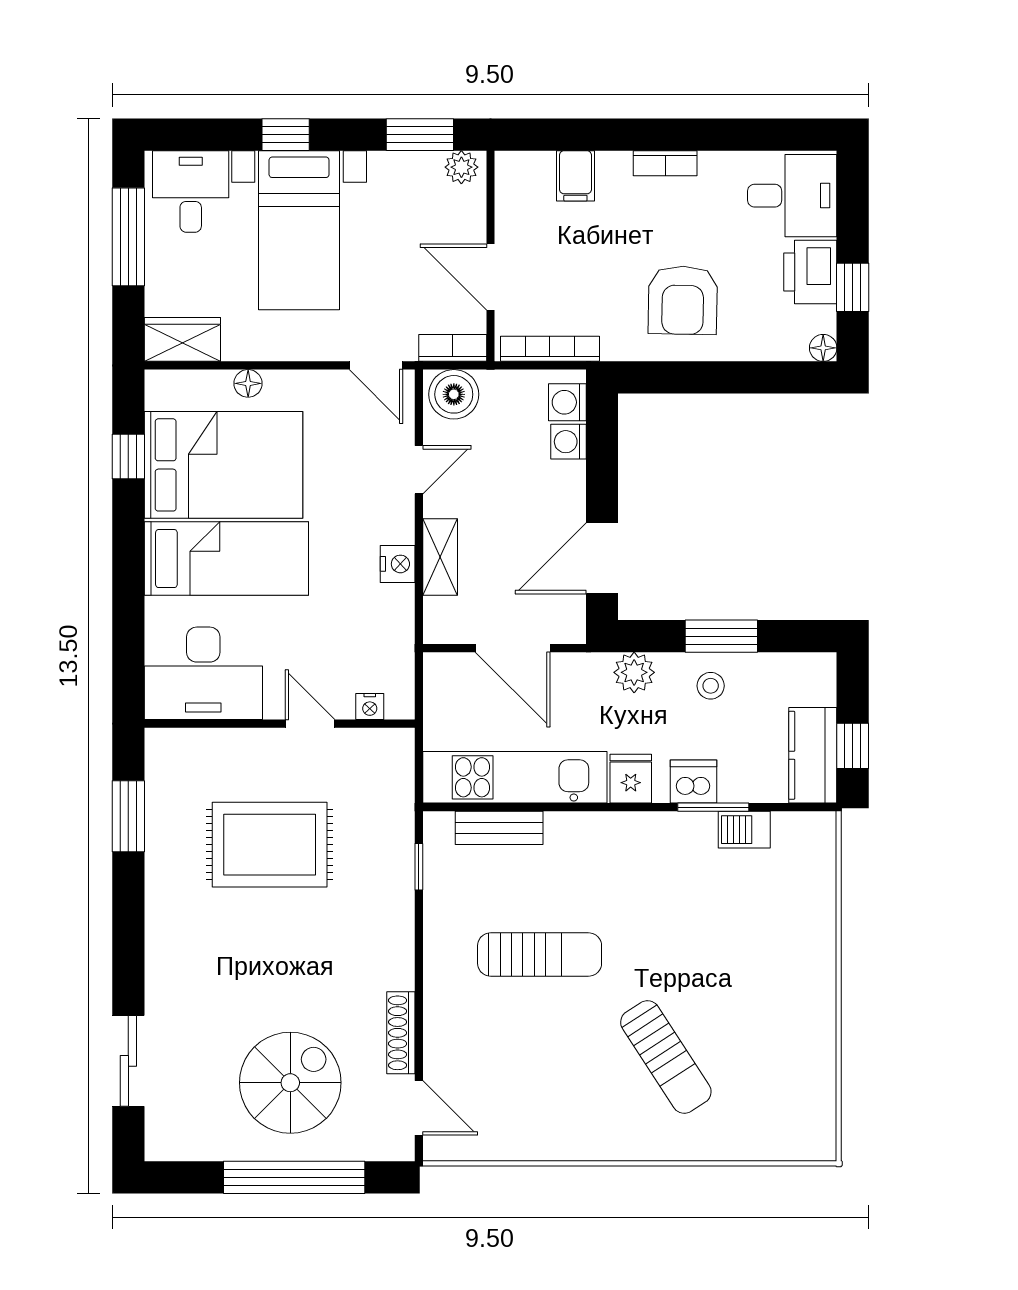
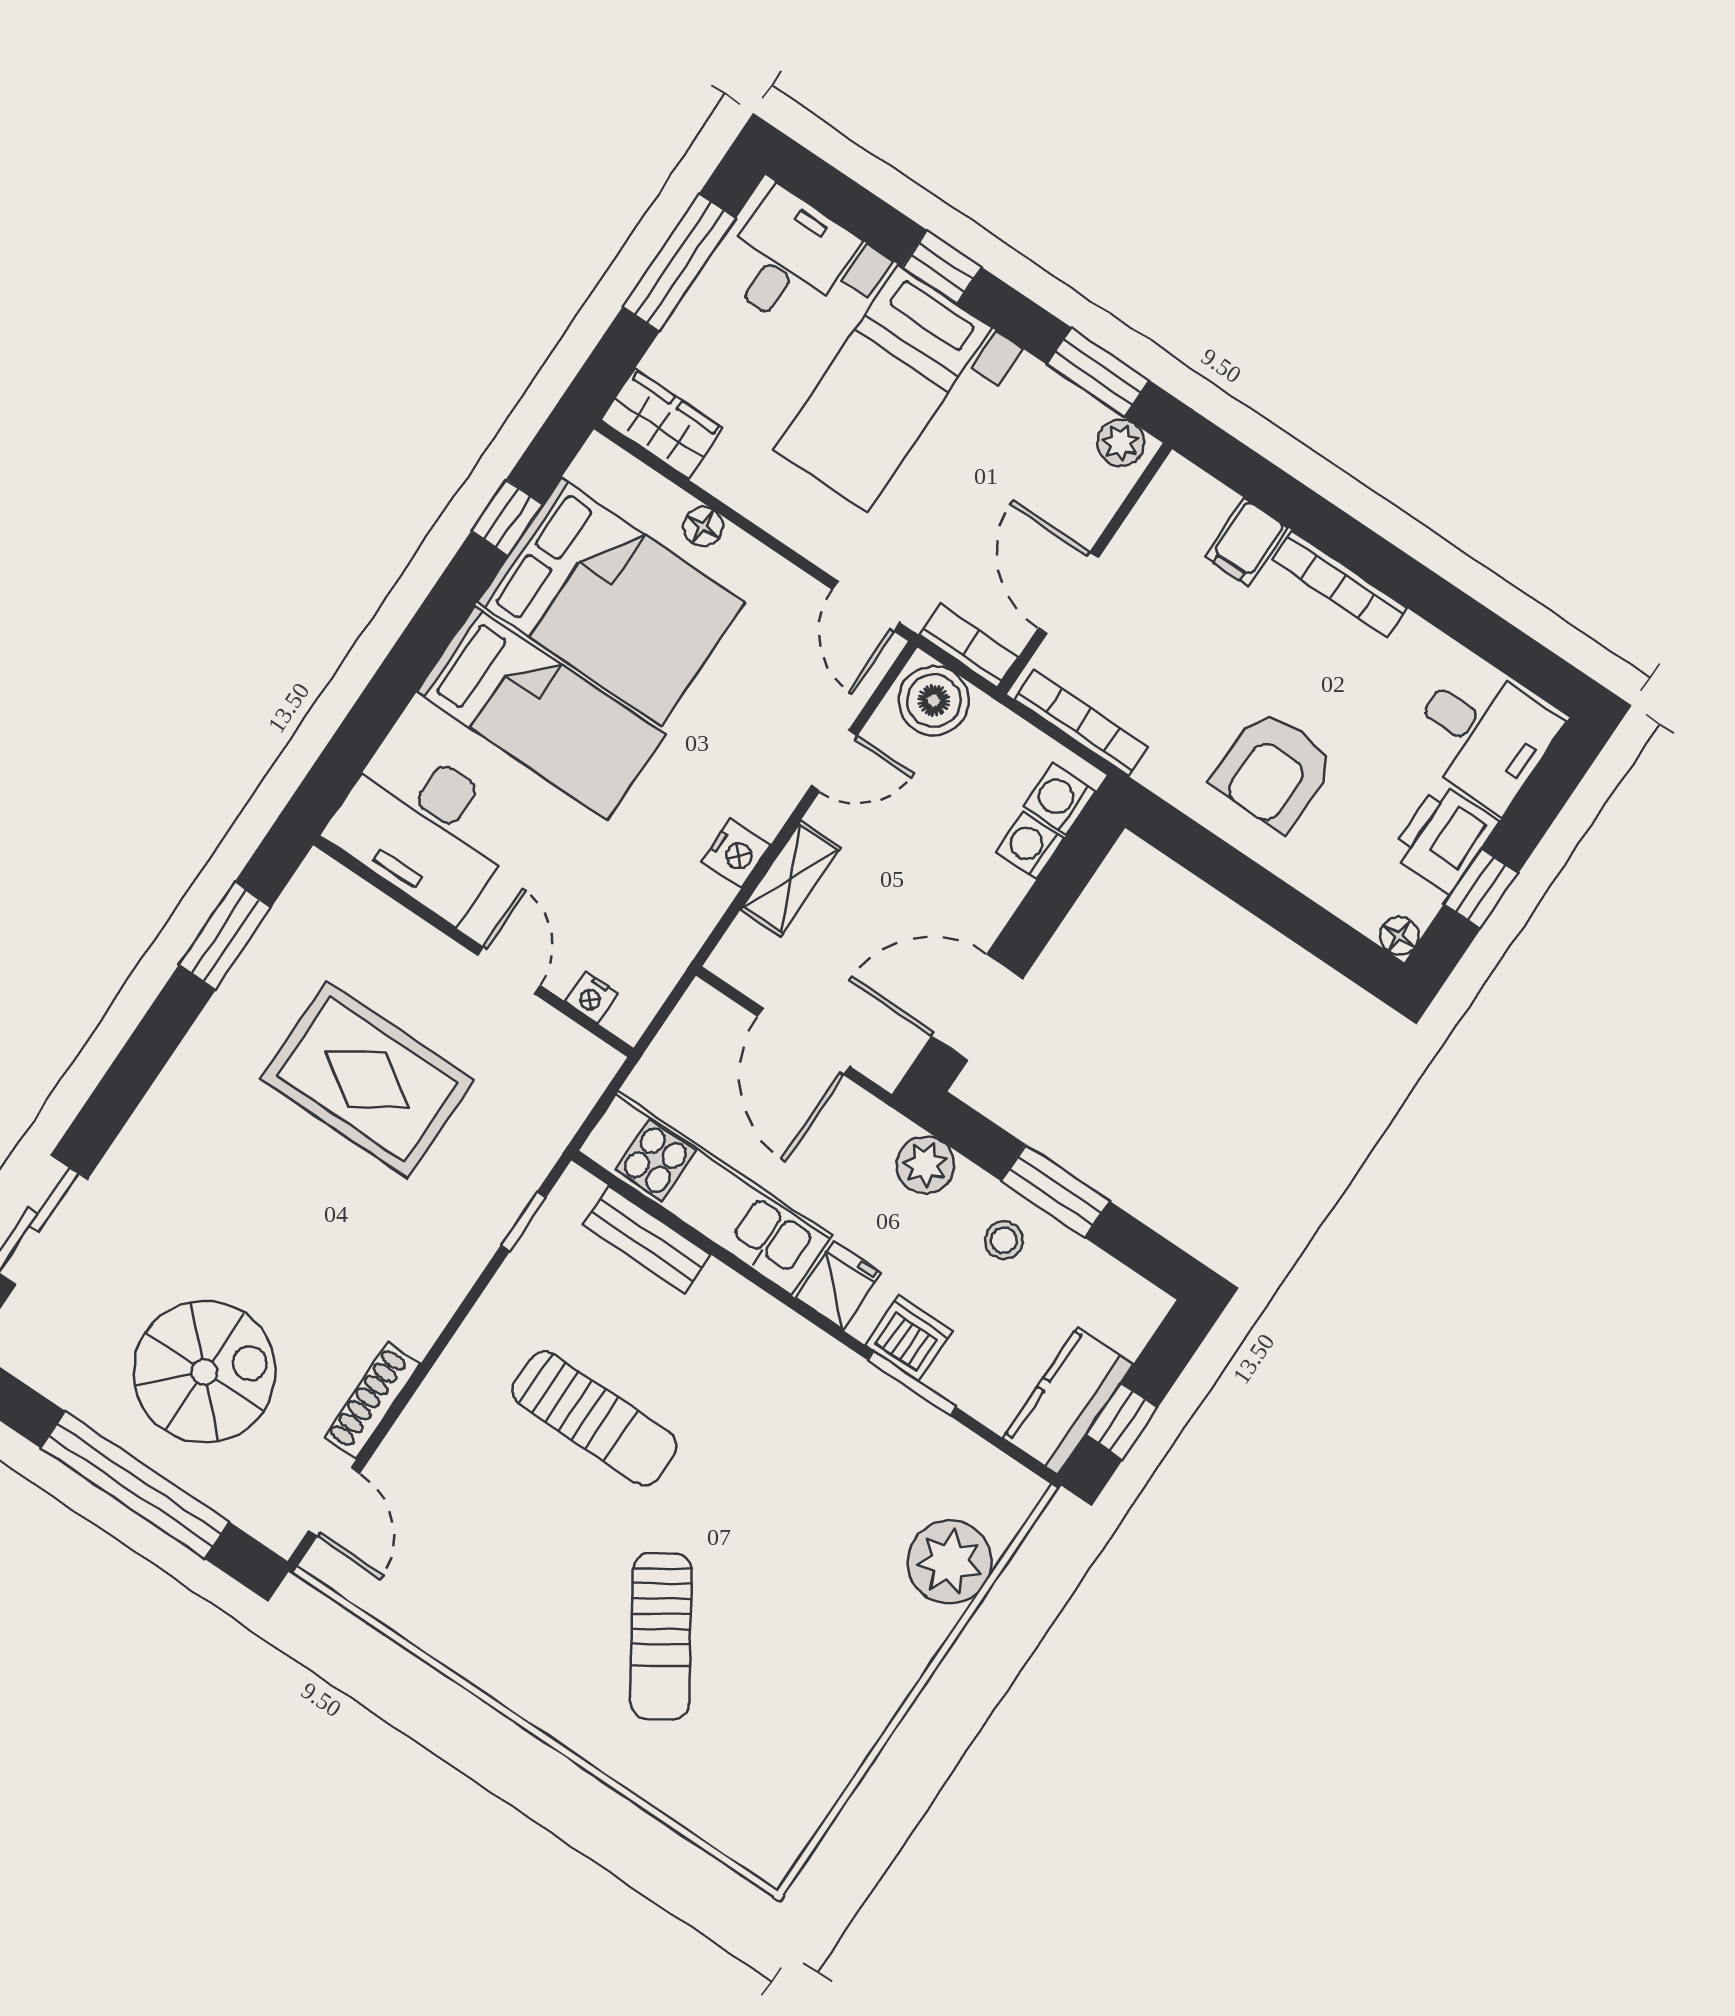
bookcase: (665, 163) -> (1340, 584), width x1.56
barbecue: (744, 830) -> (930, 1434), removed
plant: (807, 898) -> (950, 1562), added

